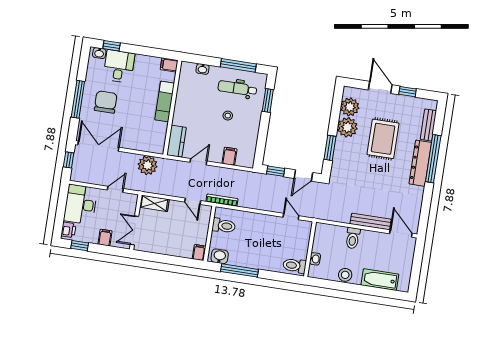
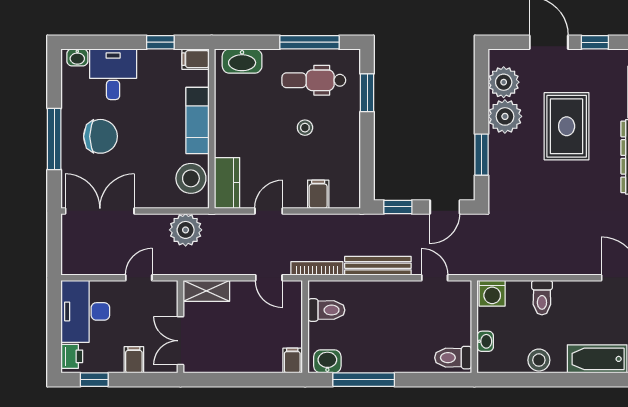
window: (112, 46) -> (160, 42), moved
washbasin: (203, 69) -> (242, 61), width x1.91, depth x1.45
chair: (106, 102) -> (100, 136), turned 90
stool: (155, 135) -> (191, 178), added
window: (69, 160) -> (54, 241), removed
bench: (371, 222) -> (378, 266), moved
washing machine: (324, 231) -> (492, 293), added

